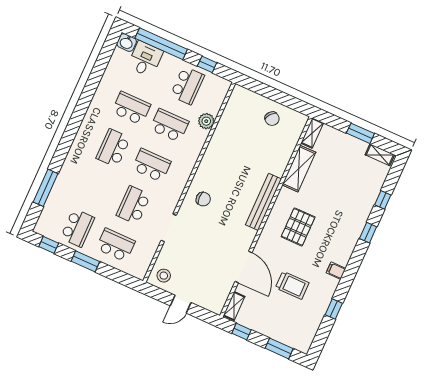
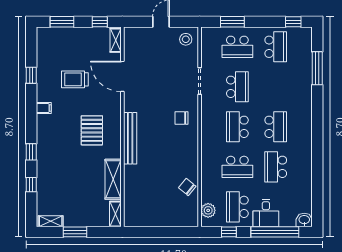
desk: (145, 59) -> (266, 213), moved
school desk: (131, 108) -> (276, 167), turned 90
chair: (272, 119) -> (187, 187), moved
plant: (206, 121) -> (208, 210), moved
school desk: (151, 165) -> (237, 127), turned 90
school desk: (77, 228) -> (276, 47), turned 180
window: (85, 261) -> (232, 22), moved

